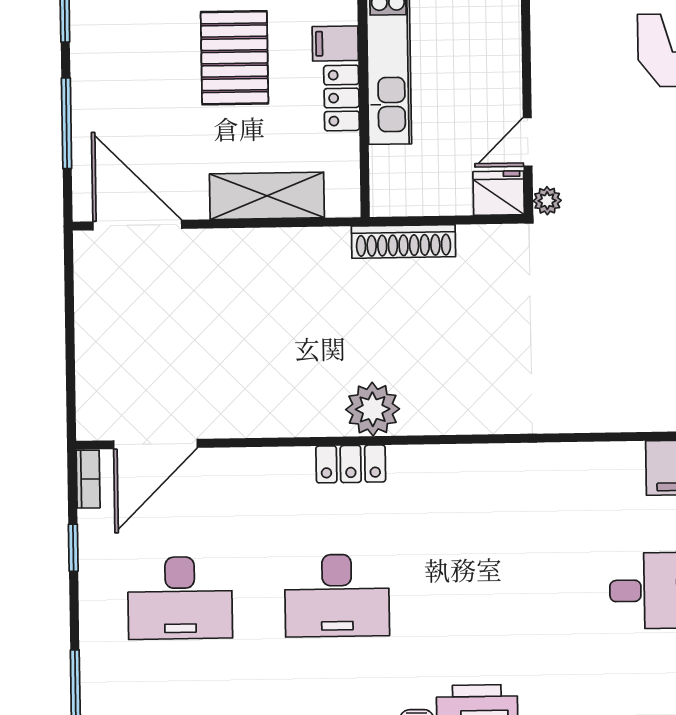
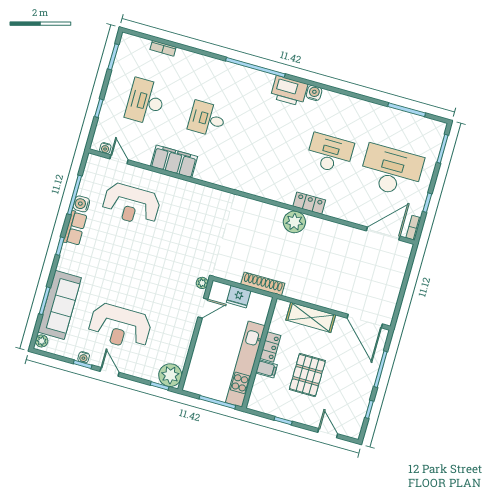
fridge: (499, 193) -> (239, 297), moved
desk: (180, 598) -> (391, 171), width x1.36, depth x1.30

